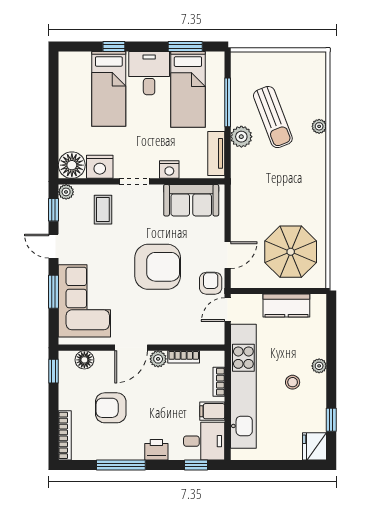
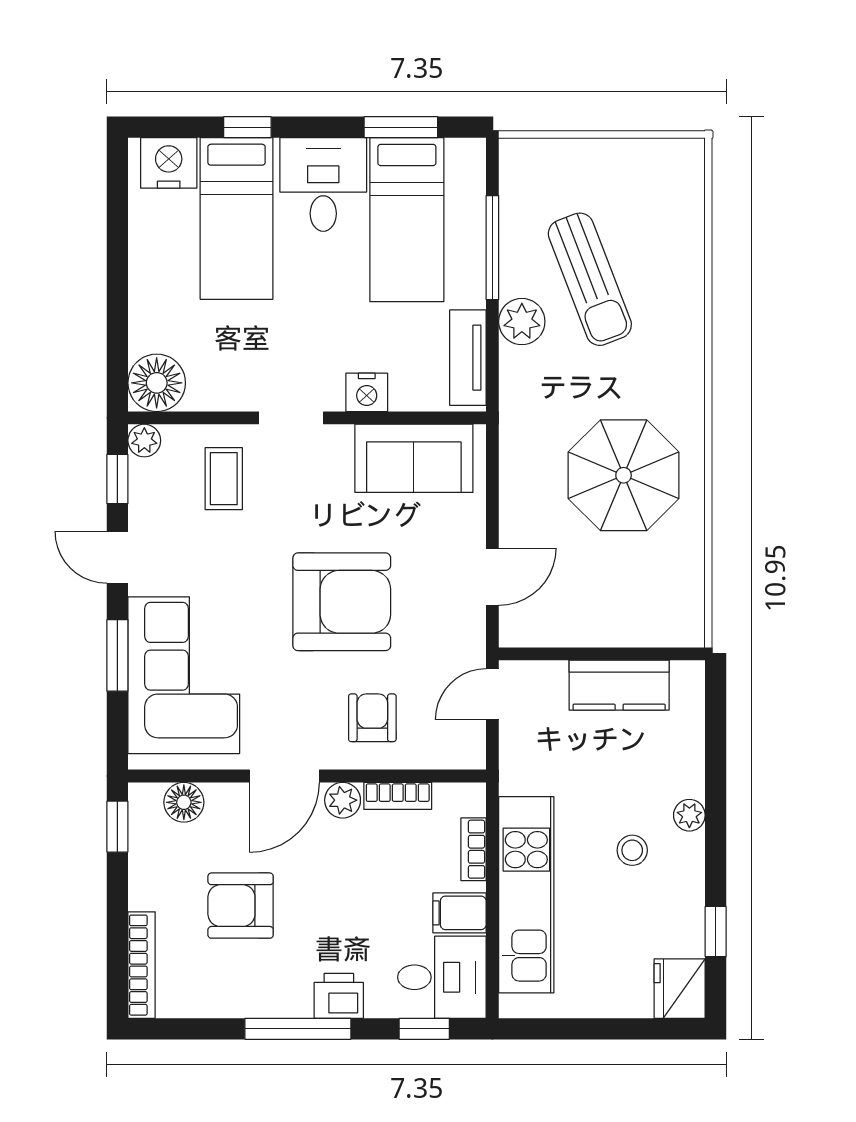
plant: (319, 126) -> (689, 299), removed
nightstand: (100, 167) -> (169, 163), moved, turned 180
parasol: (291, 252) -> (624, 475), moved
armchair: (211, 283) -> (372, 718), moved
kitchen unit: (243, 386) -> (526, 895), width x0.73
window: (121, 465) -> (298, 1029), moved

